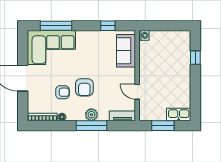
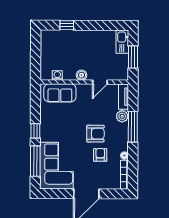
window: (108, 26) -> (35, 131), moved
washing machine: (144, 35) -> (57, 75), moved
boiler: (144, 73) -> (82, 75), added
plant: (91, 115) -> (122, 116), moved

